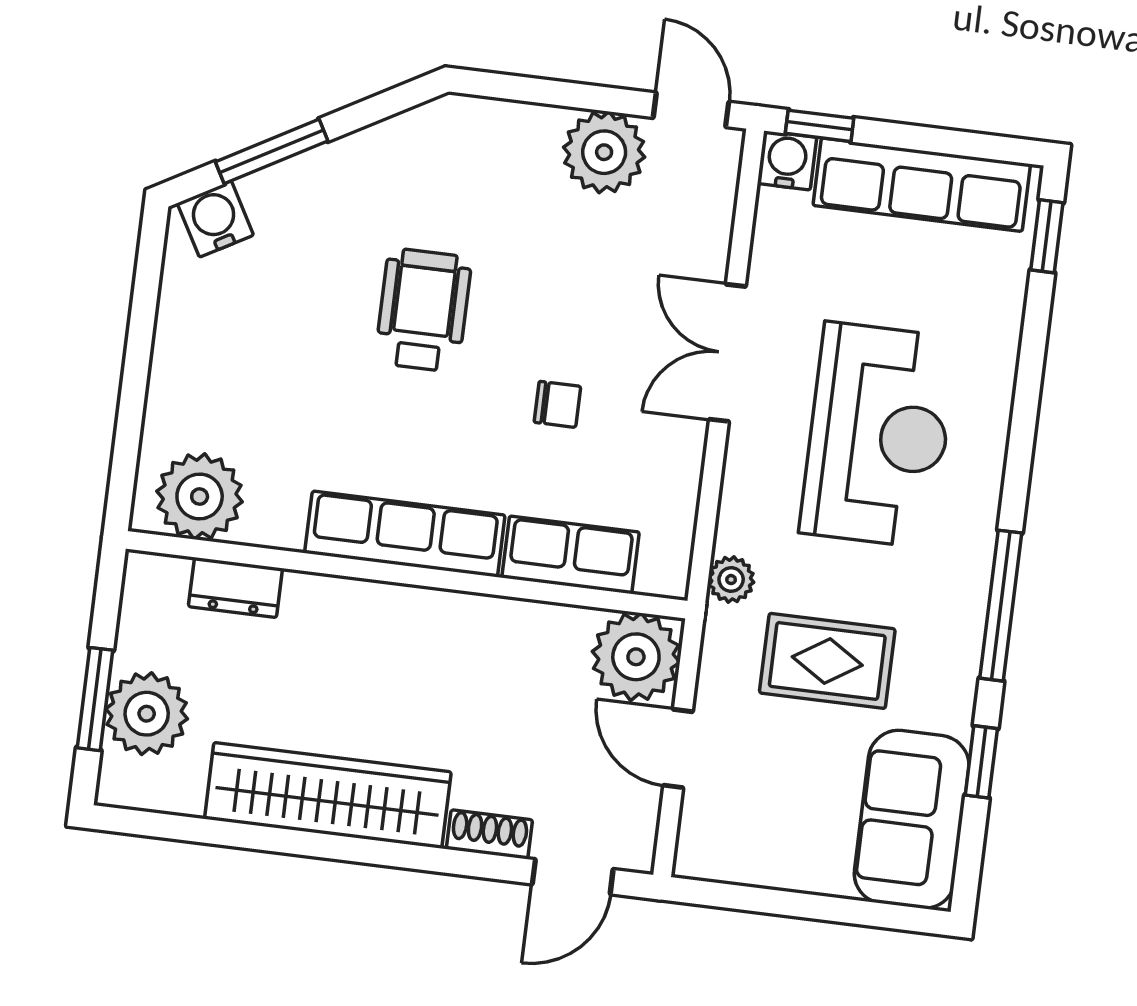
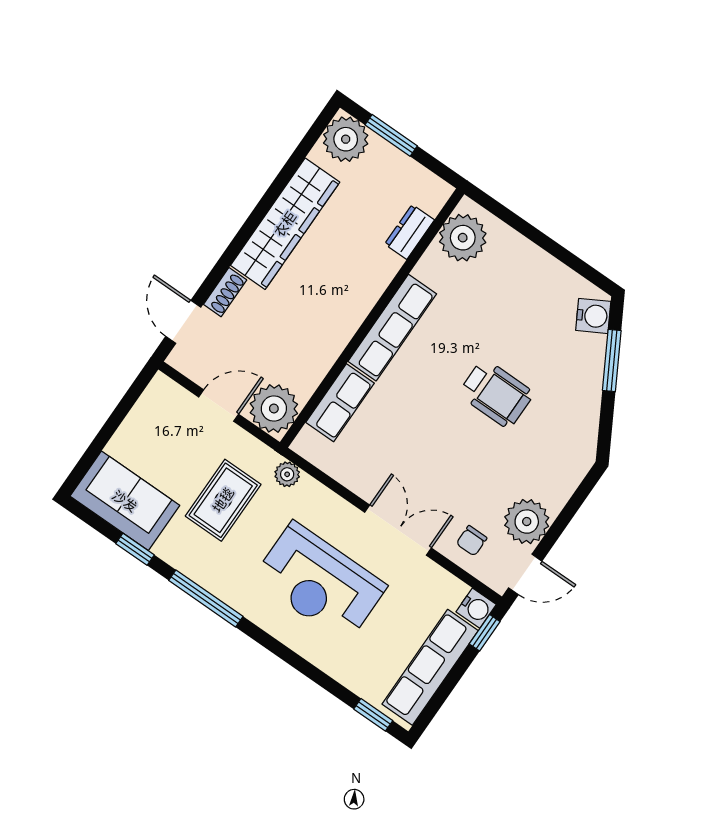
chair: (557, 404) -> (472, 541), moved
plant: (147, 714) -> (346, 139), moved

